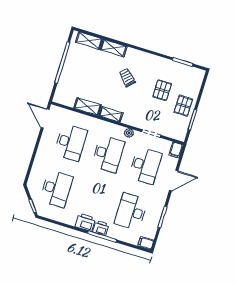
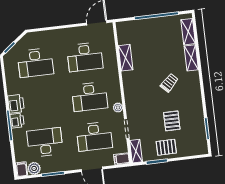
pallet: (162, 90) -> (172, 121), turned 90
shelving: (111, 114) -> (136, 151), moved
plant: (150, 232) -> (34, 168), added

